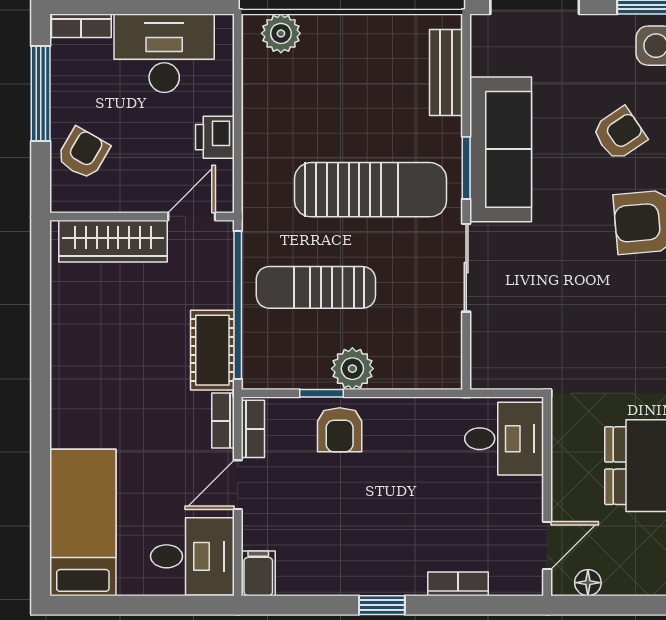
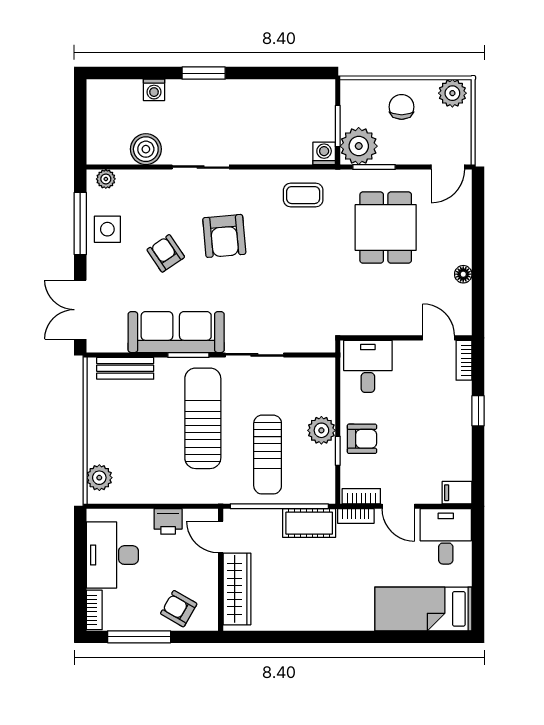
desk: (504, 439) -> (368, 366), moved
wall: (547, 496) -> (406, 338), moved
door: (547, 545) -> (439, 338), moved

